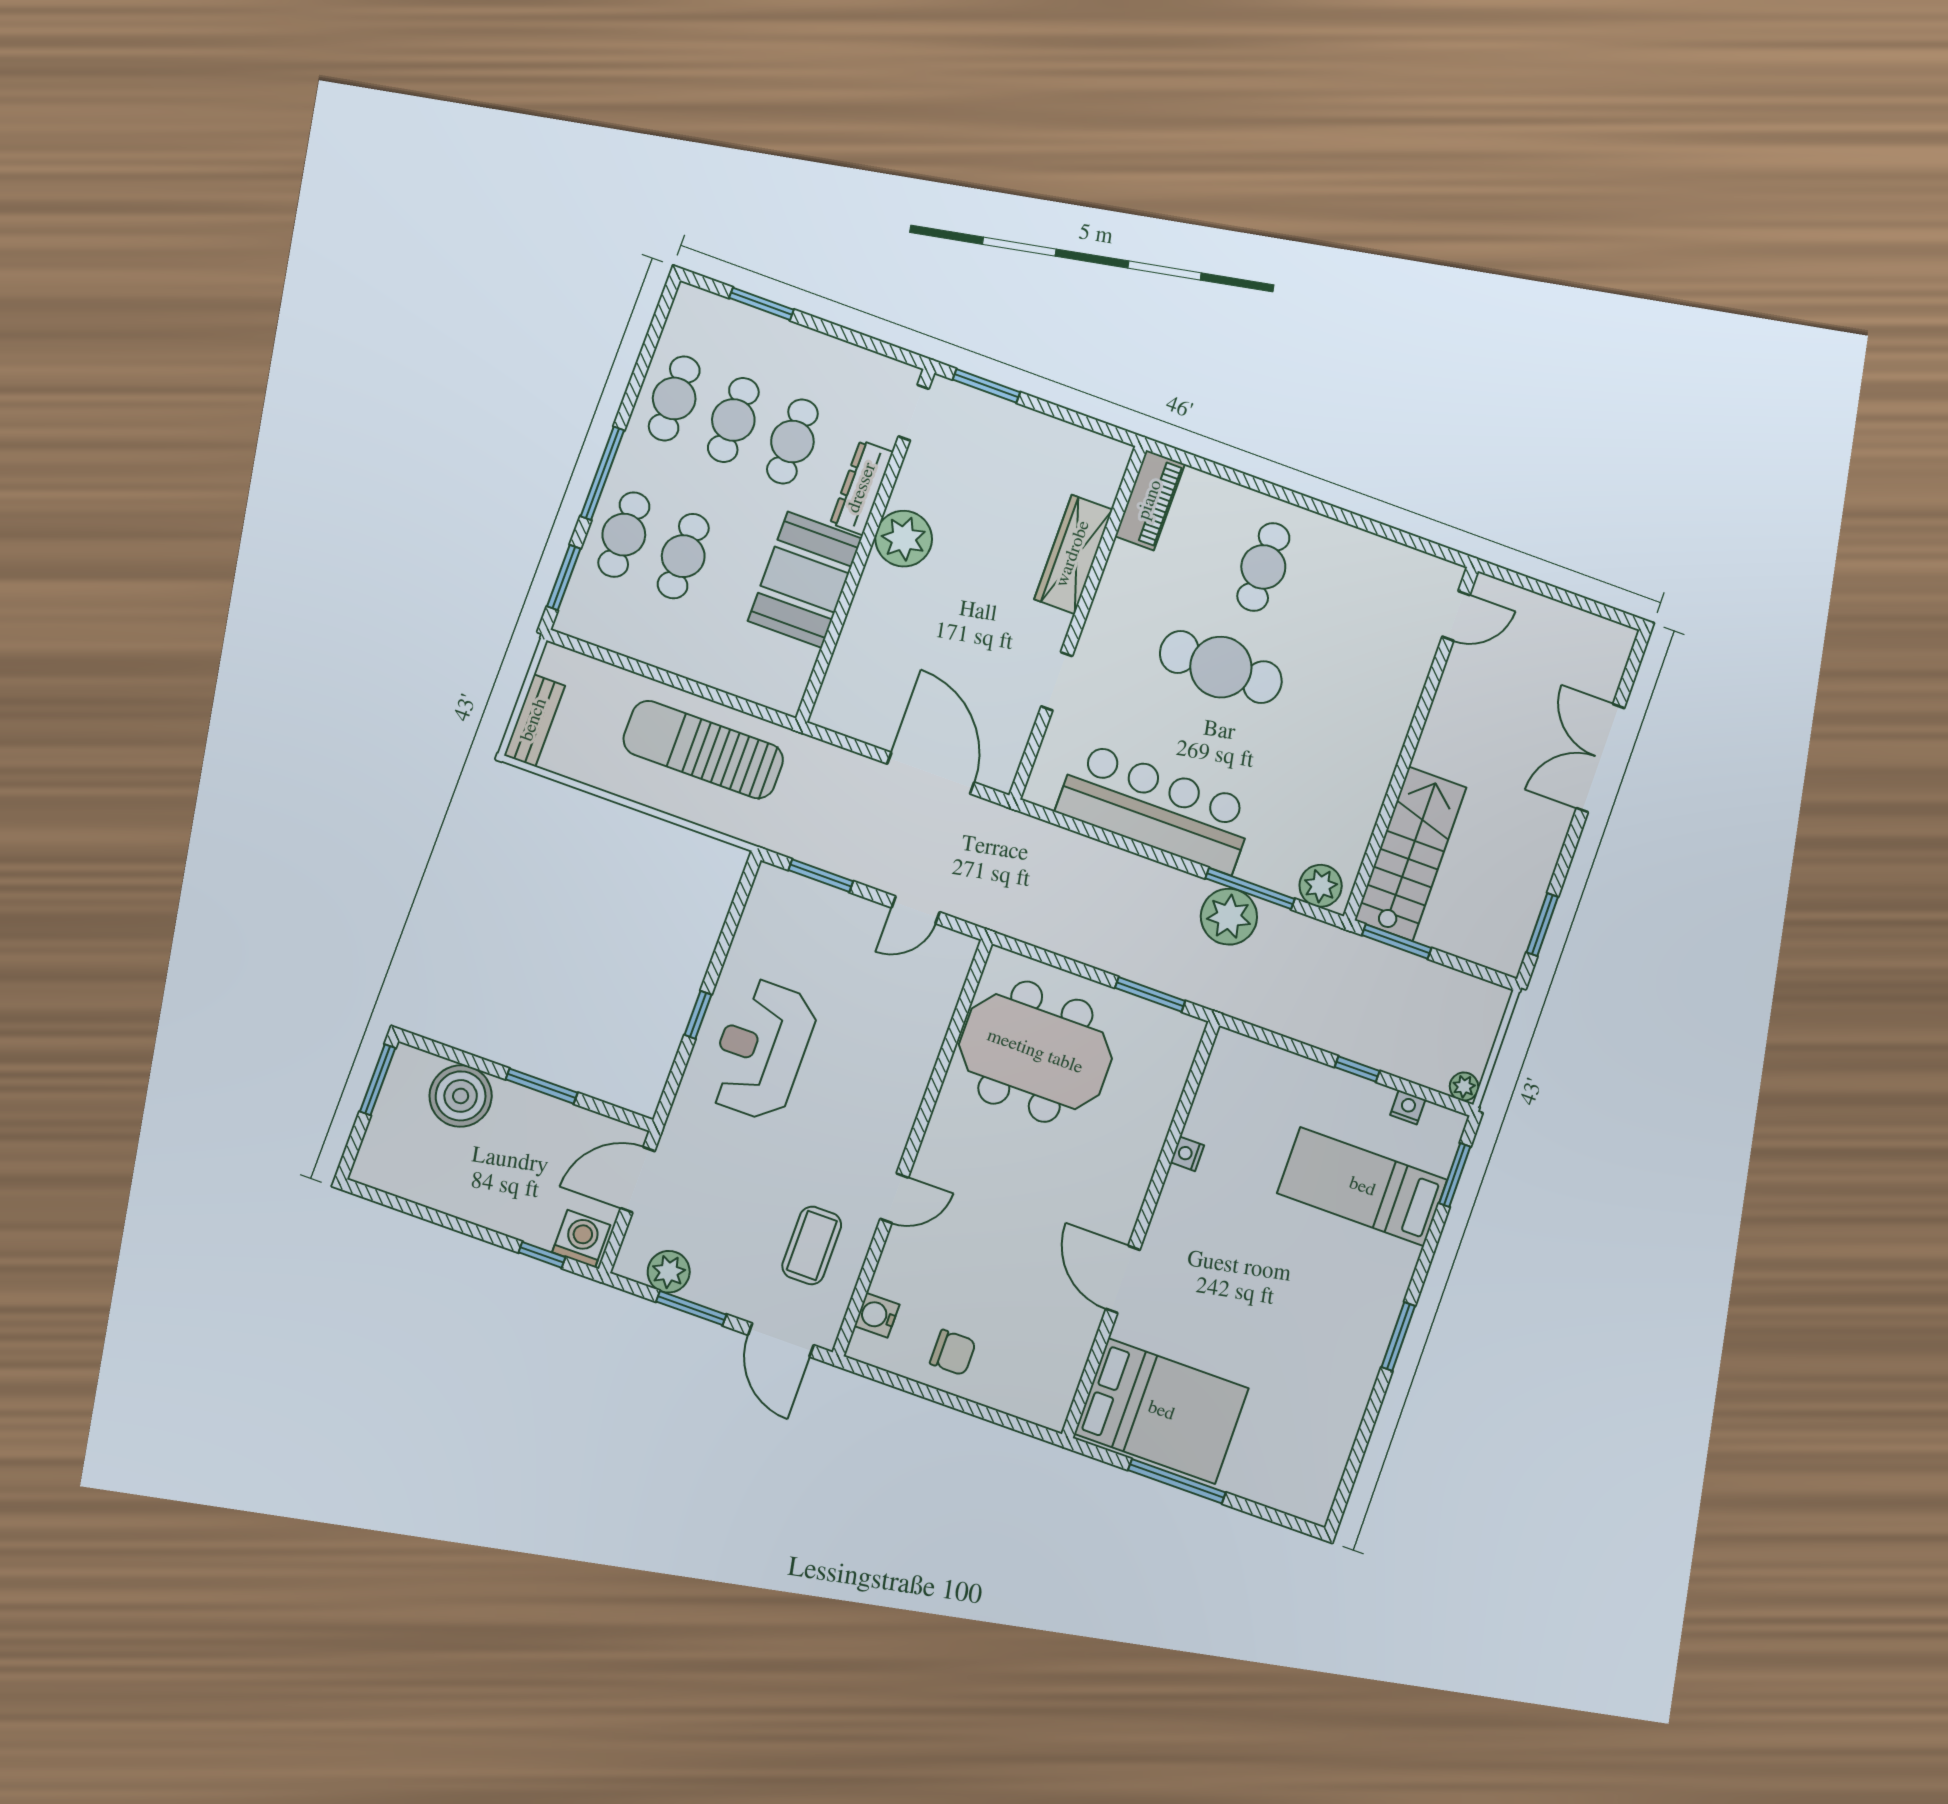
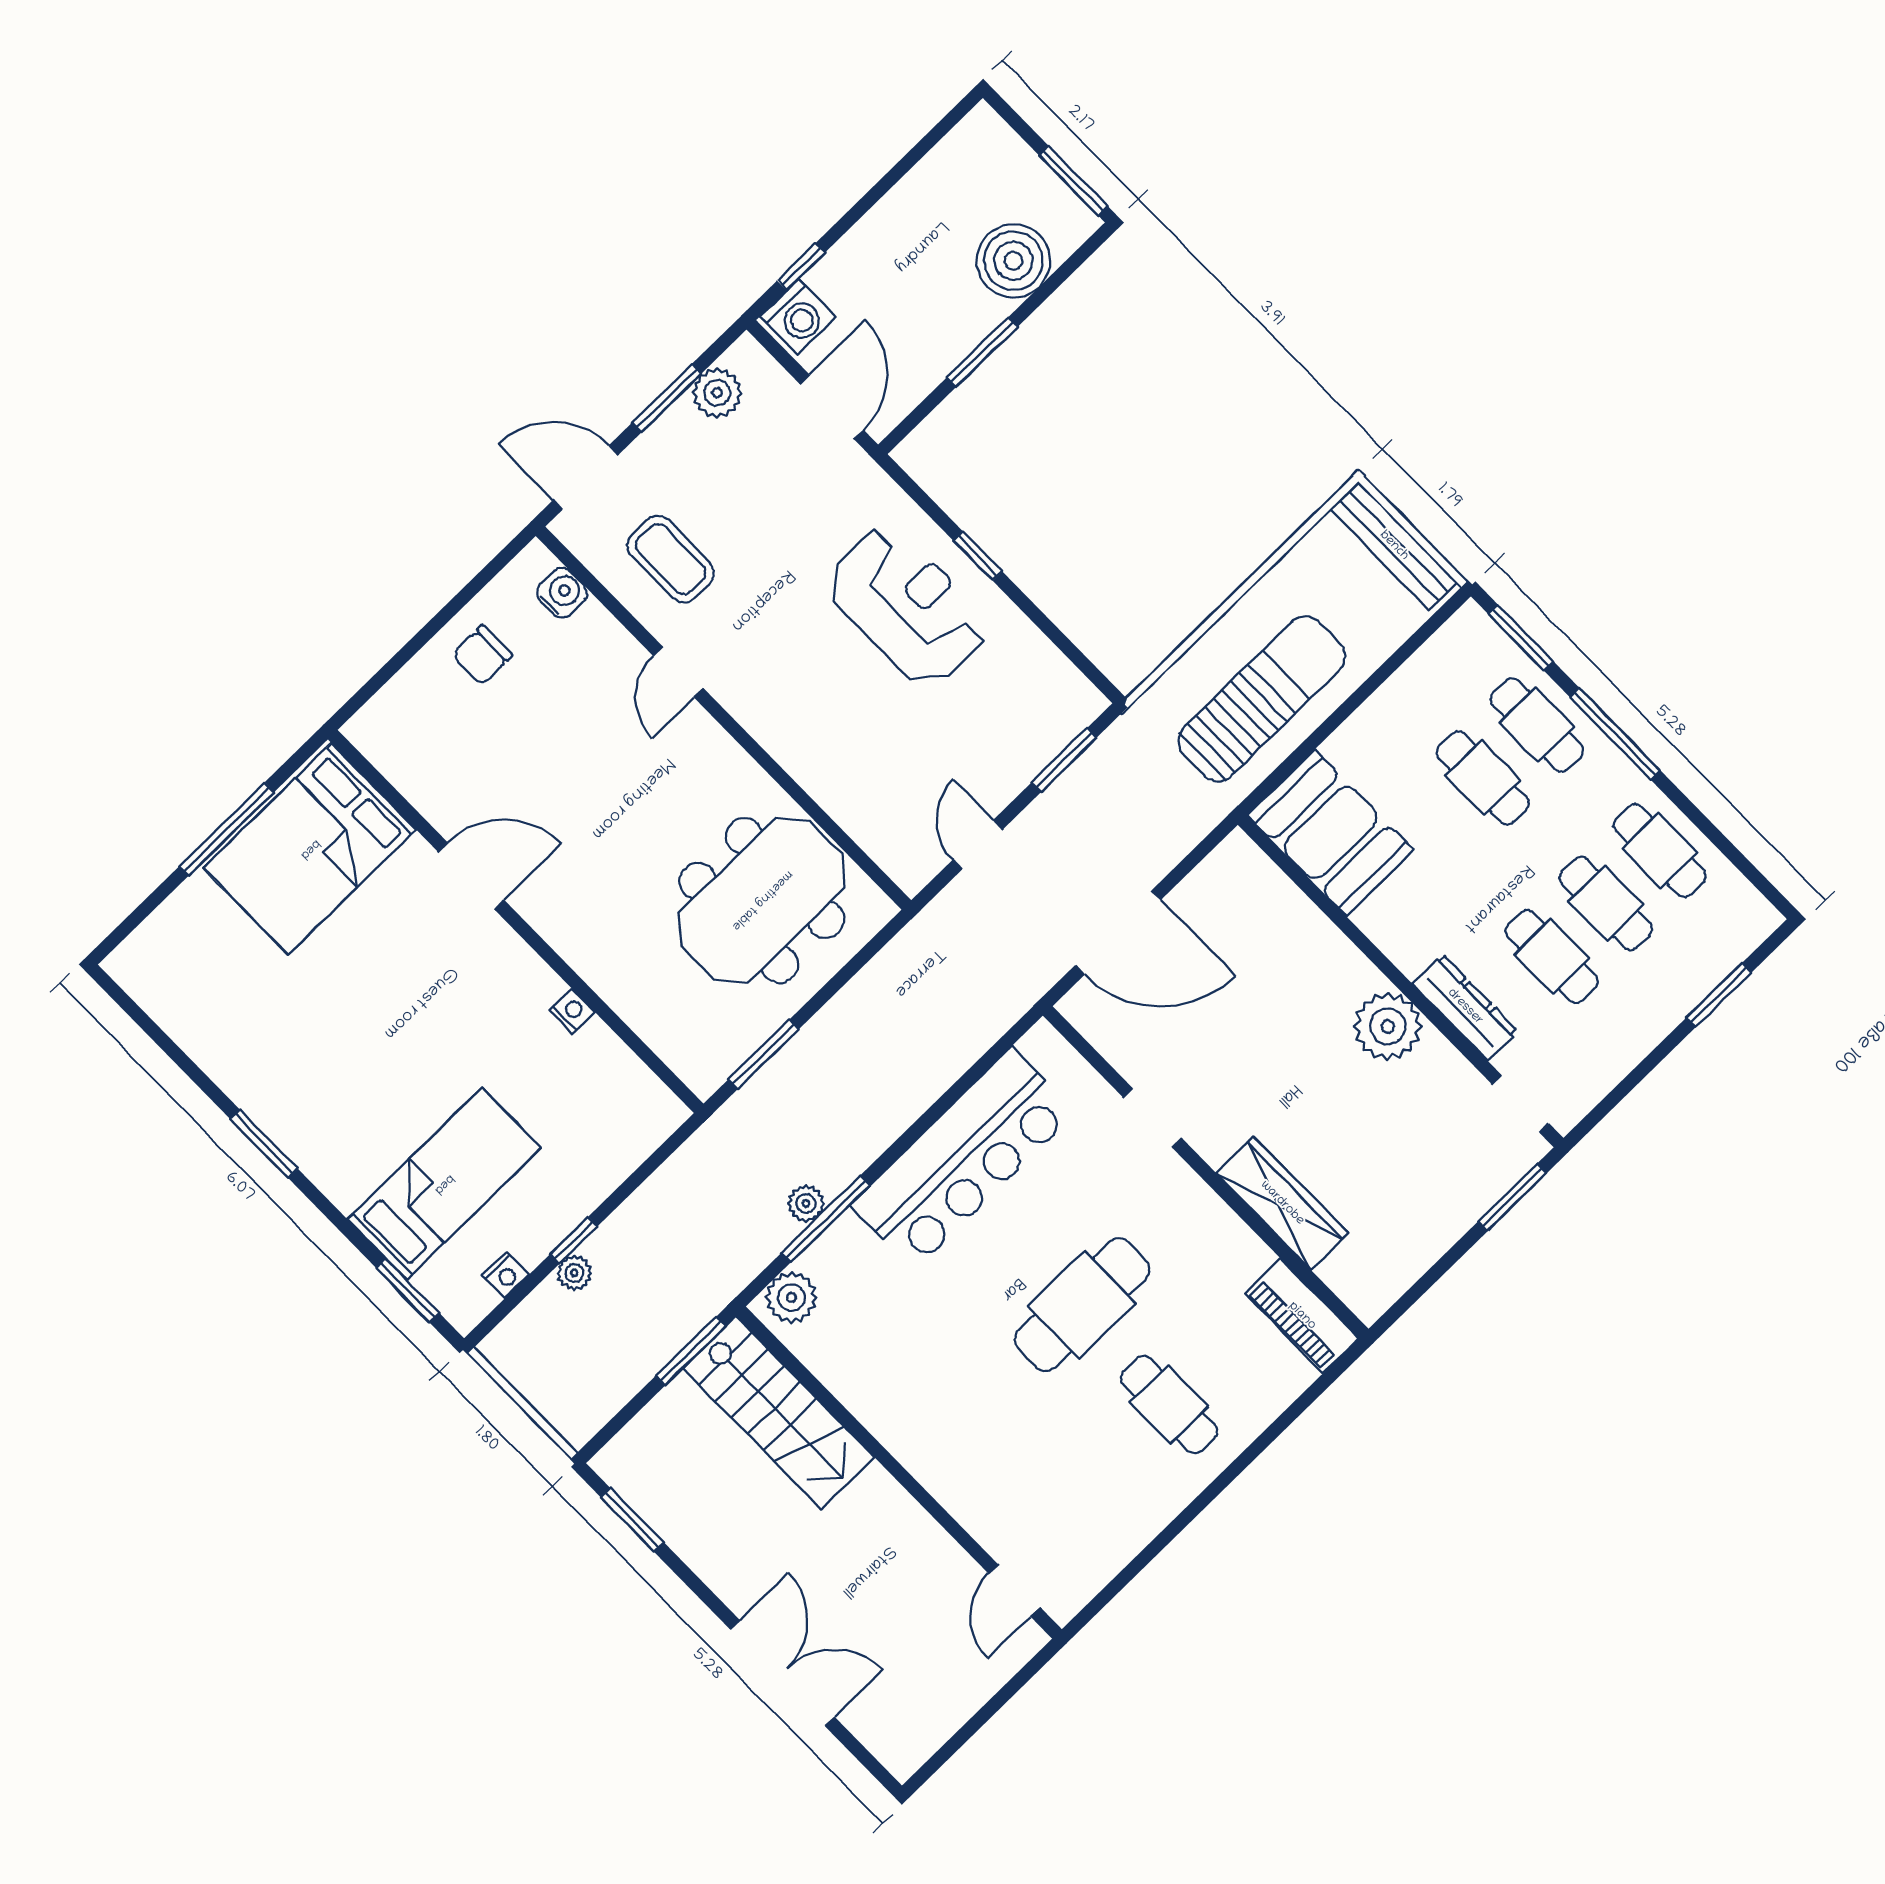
booth: (805, 580) -> (1331, 833), moved
bench: (534, 720) -> (1394, 546), width x1.36
plant: (1229, 917) -> (806, 1203), width x0.53, depth x0.53
plant: (1464, 1087) -> (574, 1273), moved

